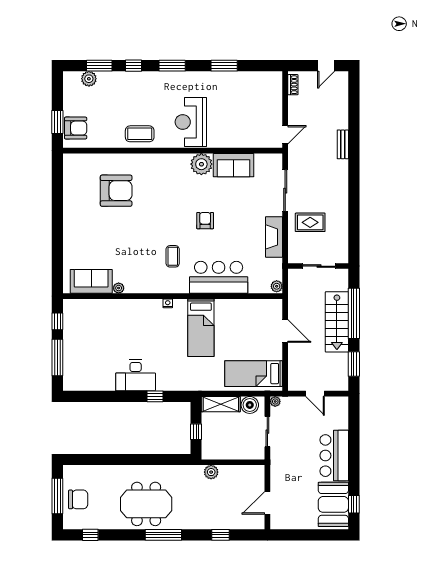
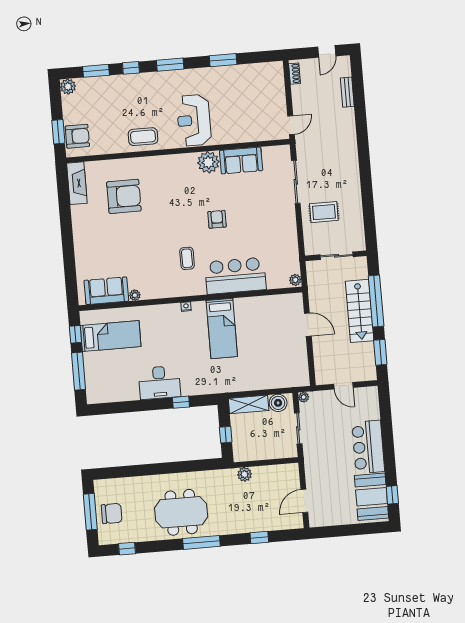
plant: (89, 79) -> (68, 87), moved
bench: (343, 144) -> (347, 92), moved
fireplace: (274, 237) -> (77, 183), moved, turned 180
bed: (254, 374) -> (111, 336), moved, turned 180

